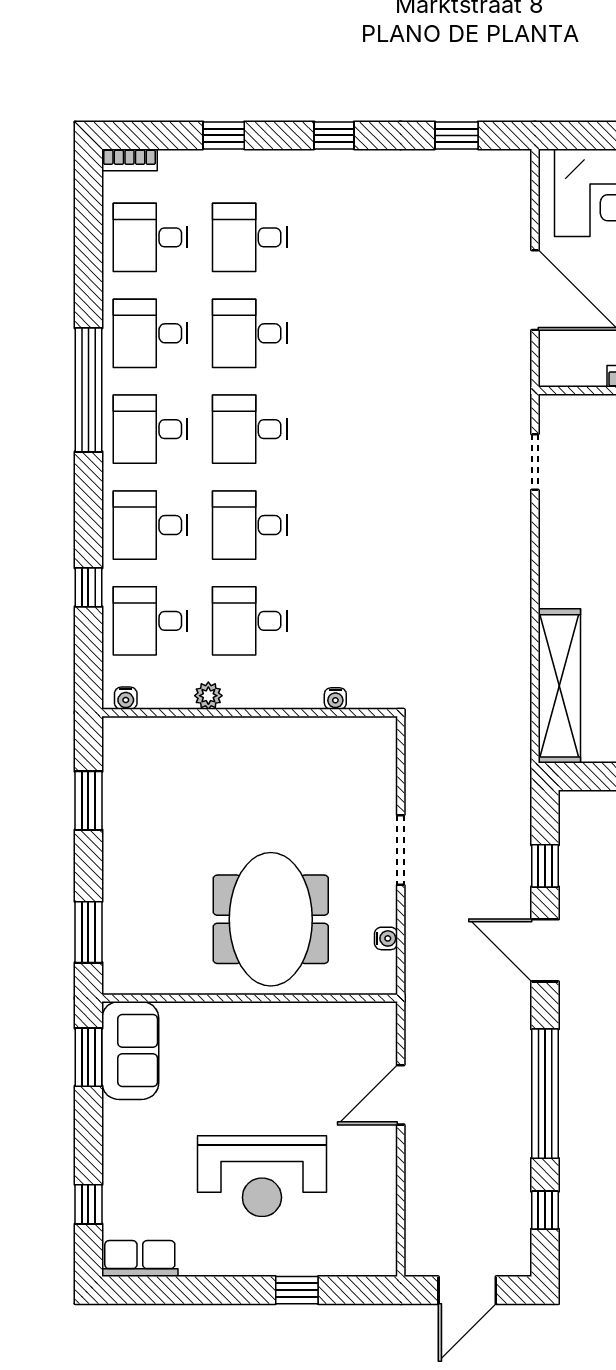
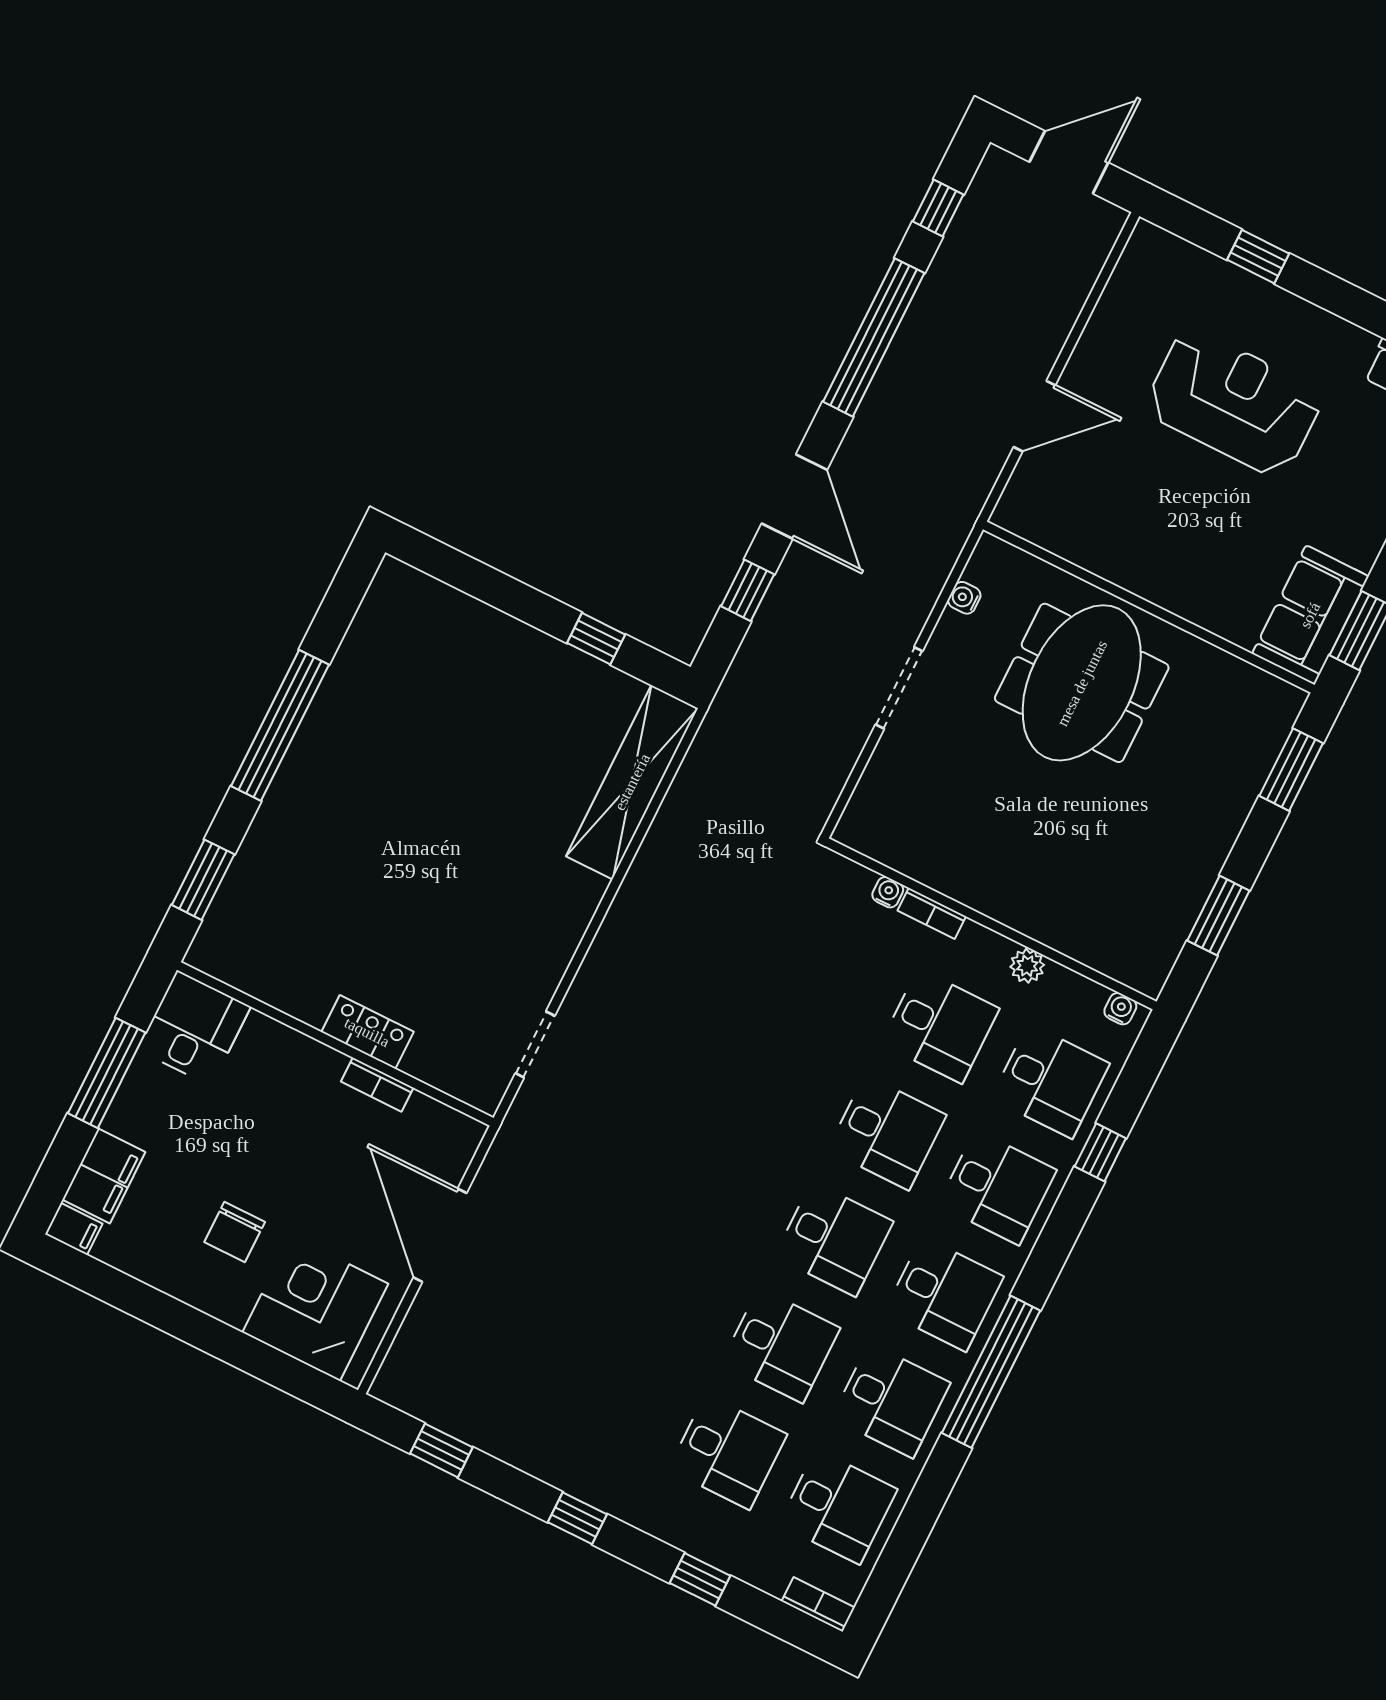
bookcase: (296, 699) -> (932, 913), added

